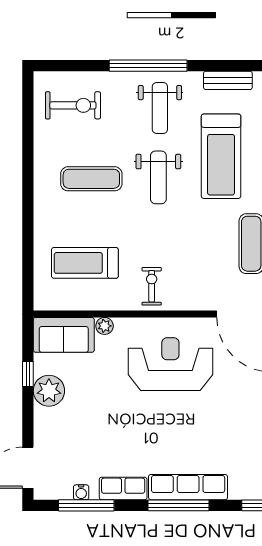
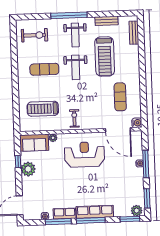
window: (86, 505) -> (58, 222), moved

